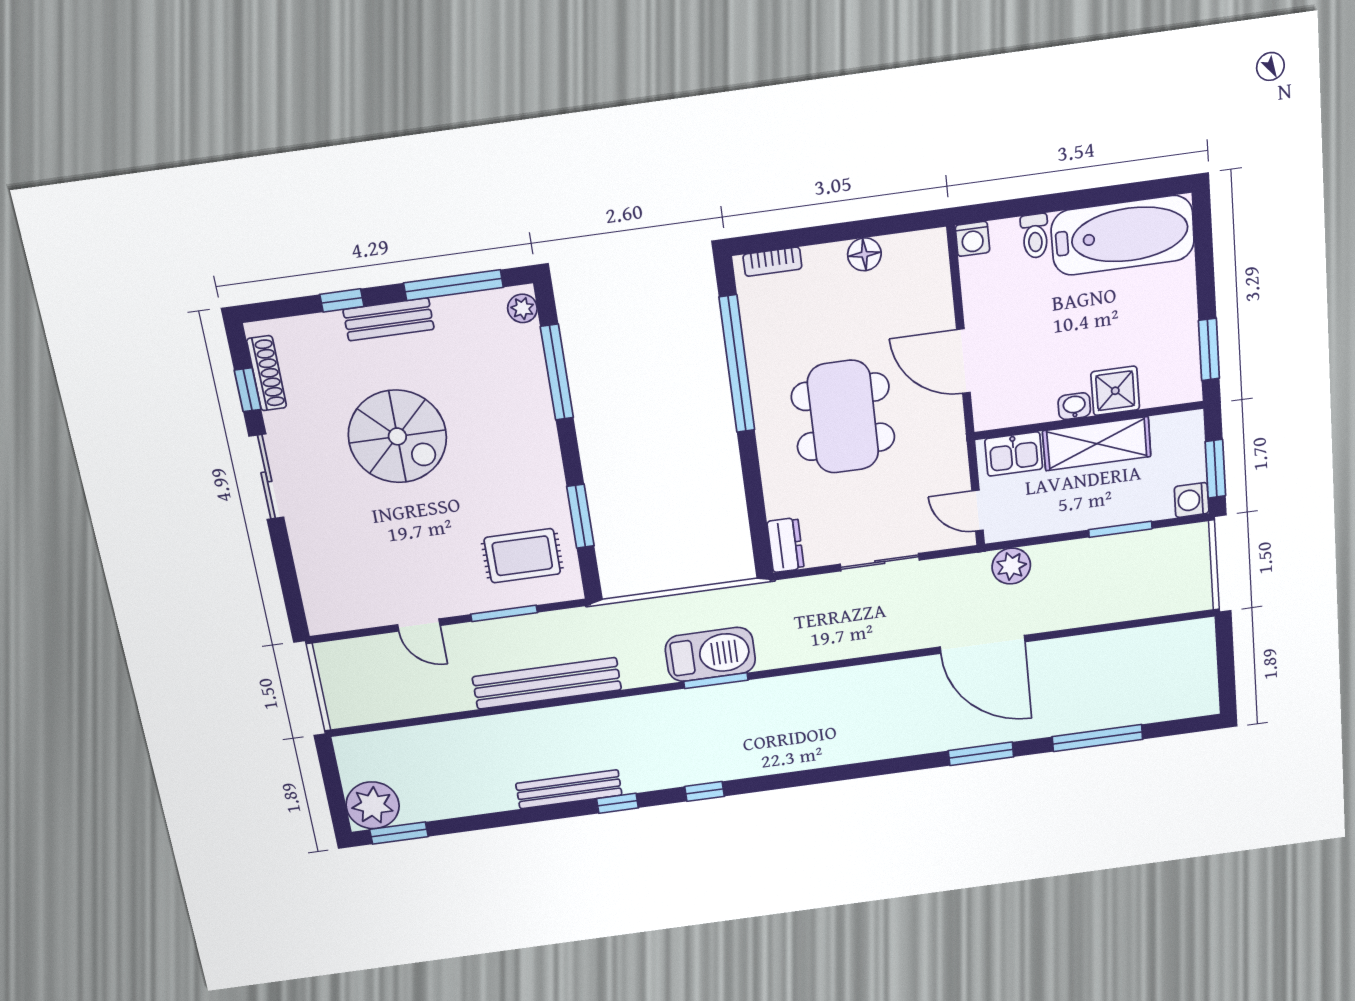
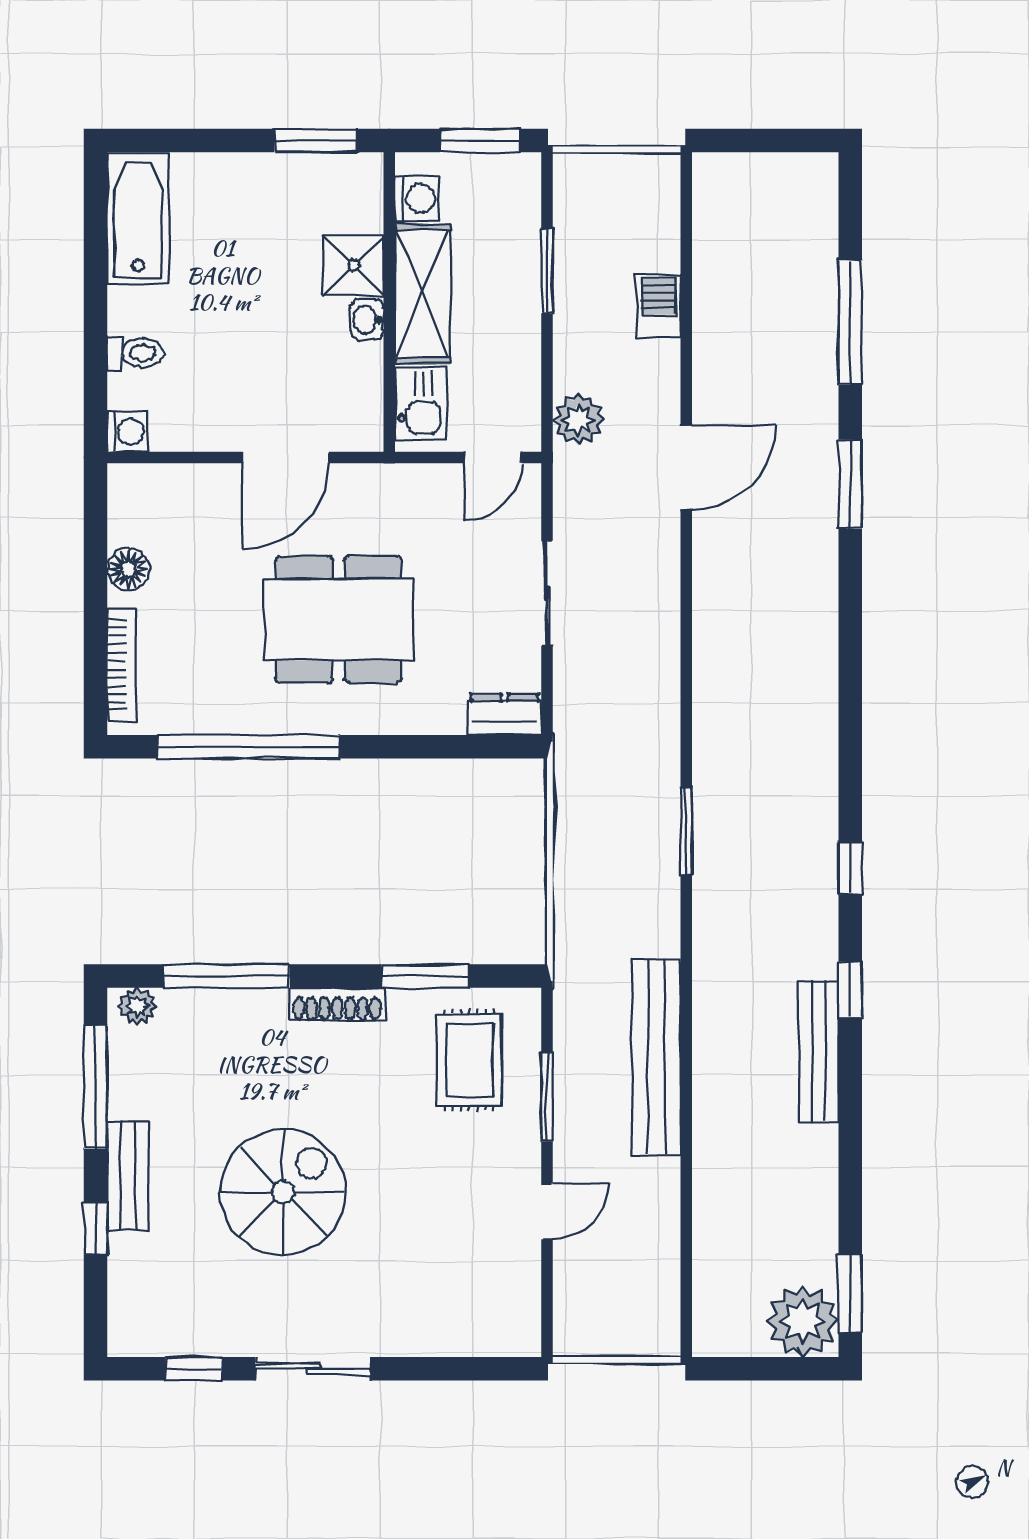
bathtub: (1123, 235) -> (138, 218), width x0.73, depth x0.73
bookcase: (772, 262) -> (121, 665), width x1.56
shoe rack: (267, 373) -> (337, 1004), moved, turned 180
washing machine: (1192, 500) -> (417, 199), moved, turned -90
door: (983, 644) -> (686, 468), width x0.73
barbecue: (710, 654) -> (658, 306), moved, width x0.53, depth x0.65

